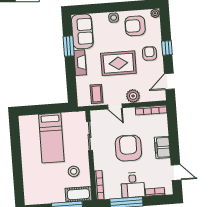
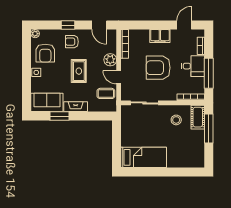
rug: (118, 63) -> (79, 71), width x0.73, depth x0.70
door: (115, 106) -> (119, 77), swing flipped
bed: (51, 138) -> (144, 157), moved

